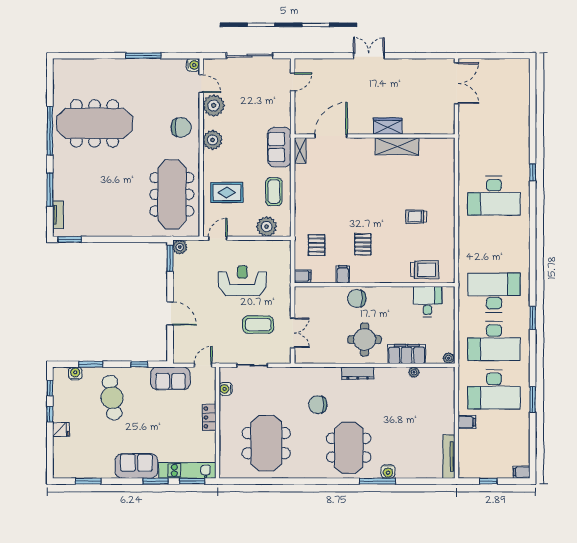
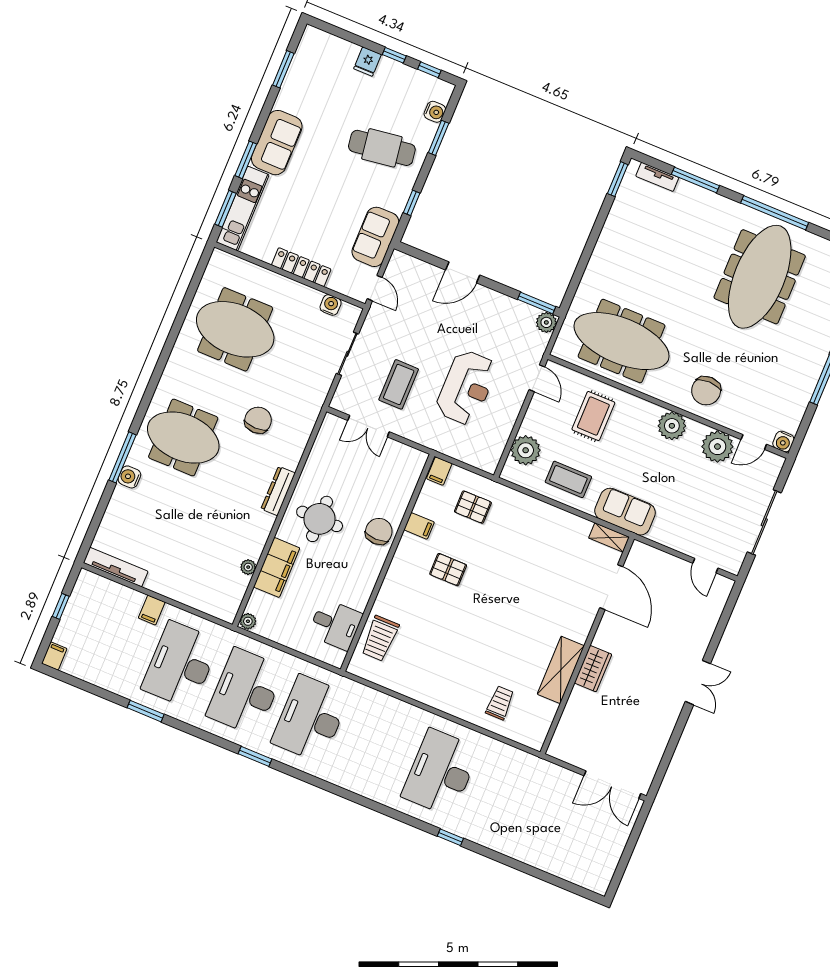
trolley: (416, 217) -> (500, 703), moved
desk: (494, 293) -> (311, 719), turned 180
locker: (209, 418) -> (301, 267), width x1.53

